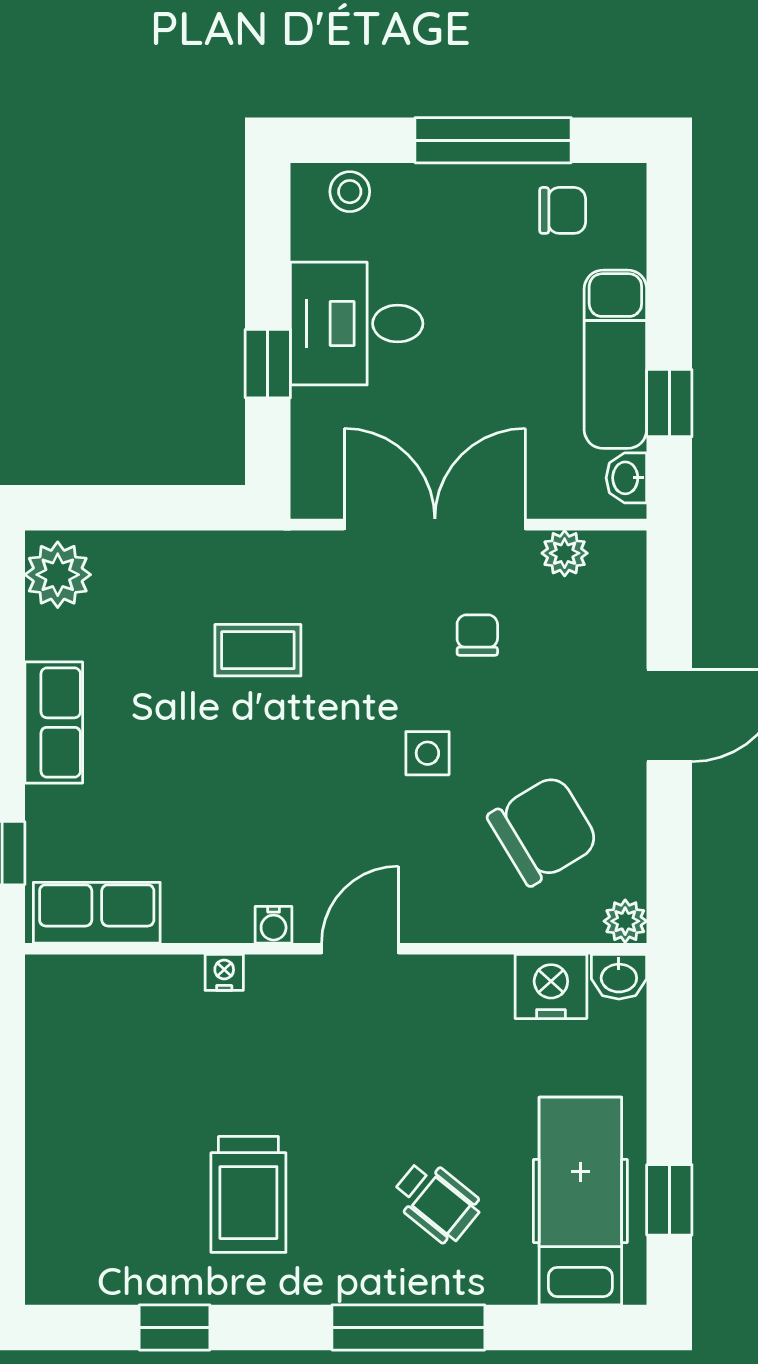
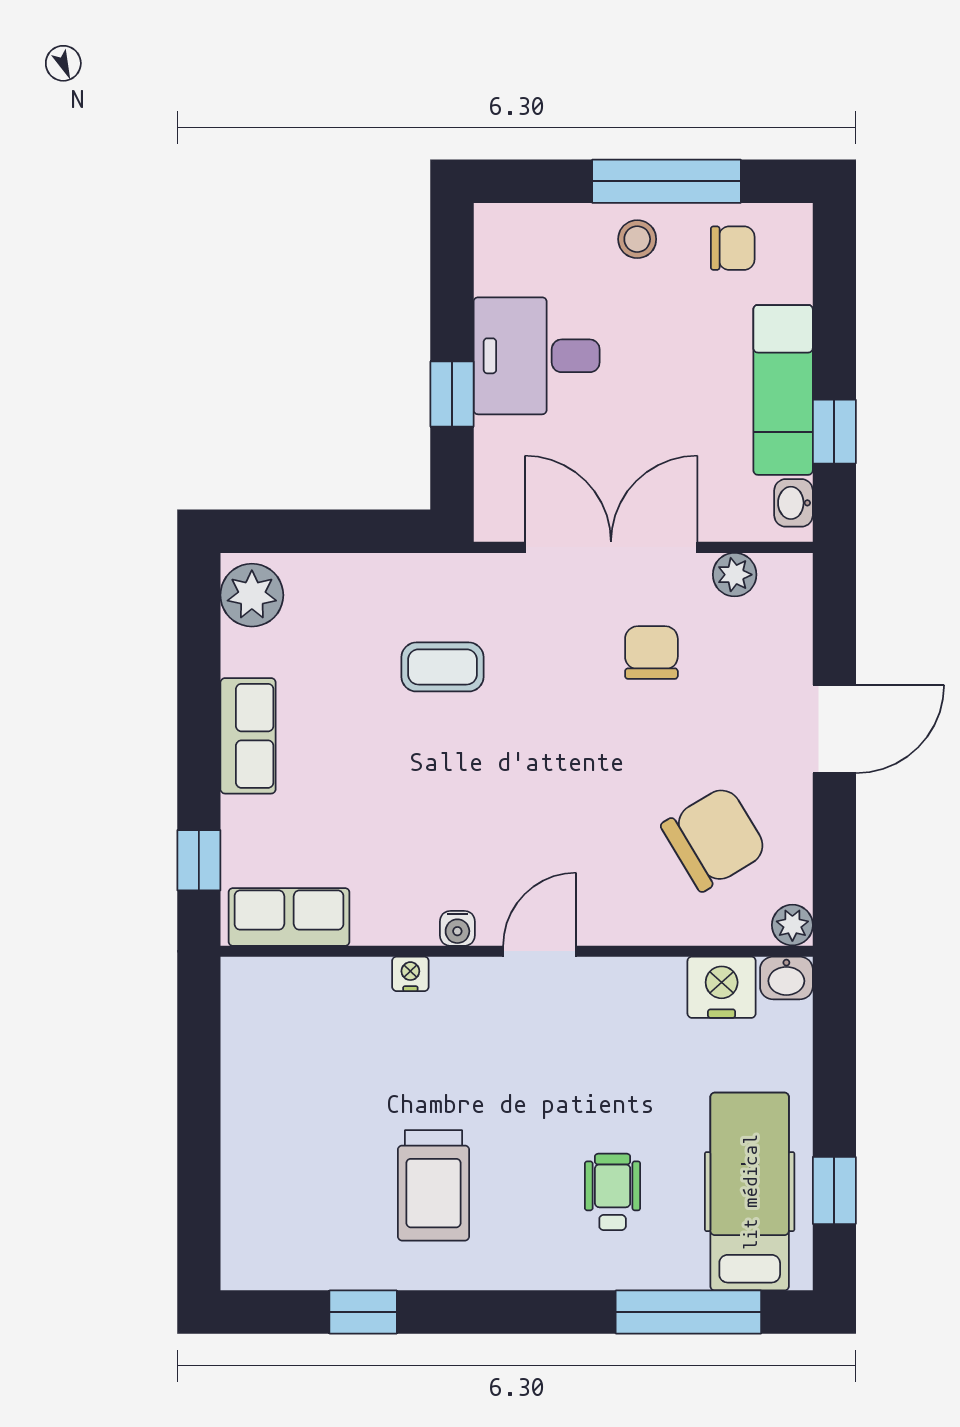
stool: (350, 192) -> (637, 239), moved
chair: (477, 635) -> (651, 653), width x1.37, depth x1.37
side table: (427, 753) -> (604, 765), removed
wheelchair: (436, 1201) -> (613, 1192), turned -129
window: (408, 1327) -> (688, 1312), moved

